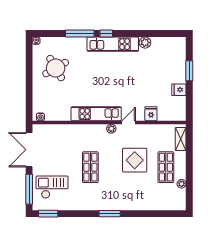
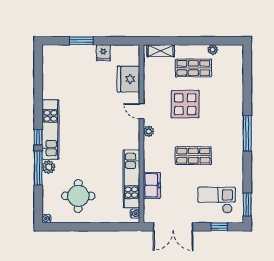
plant: (145, 43) -> (49, 167), moved
round table: (56, 68) -> (78, 196), turned 30
kitchen unit: (96, 114) -> (131, 179), moved
fridge: (151, 114) -> (128, 79), width x1.88, depth x1.34
freezer: (65, 131) -> (152, 185), added
checkout: (52, 187) -> (217, 200), turned 90
window: (29, 189) -> (219, 227), width x0.46
window: (110, 214) -> (247, 133), width x1.44

